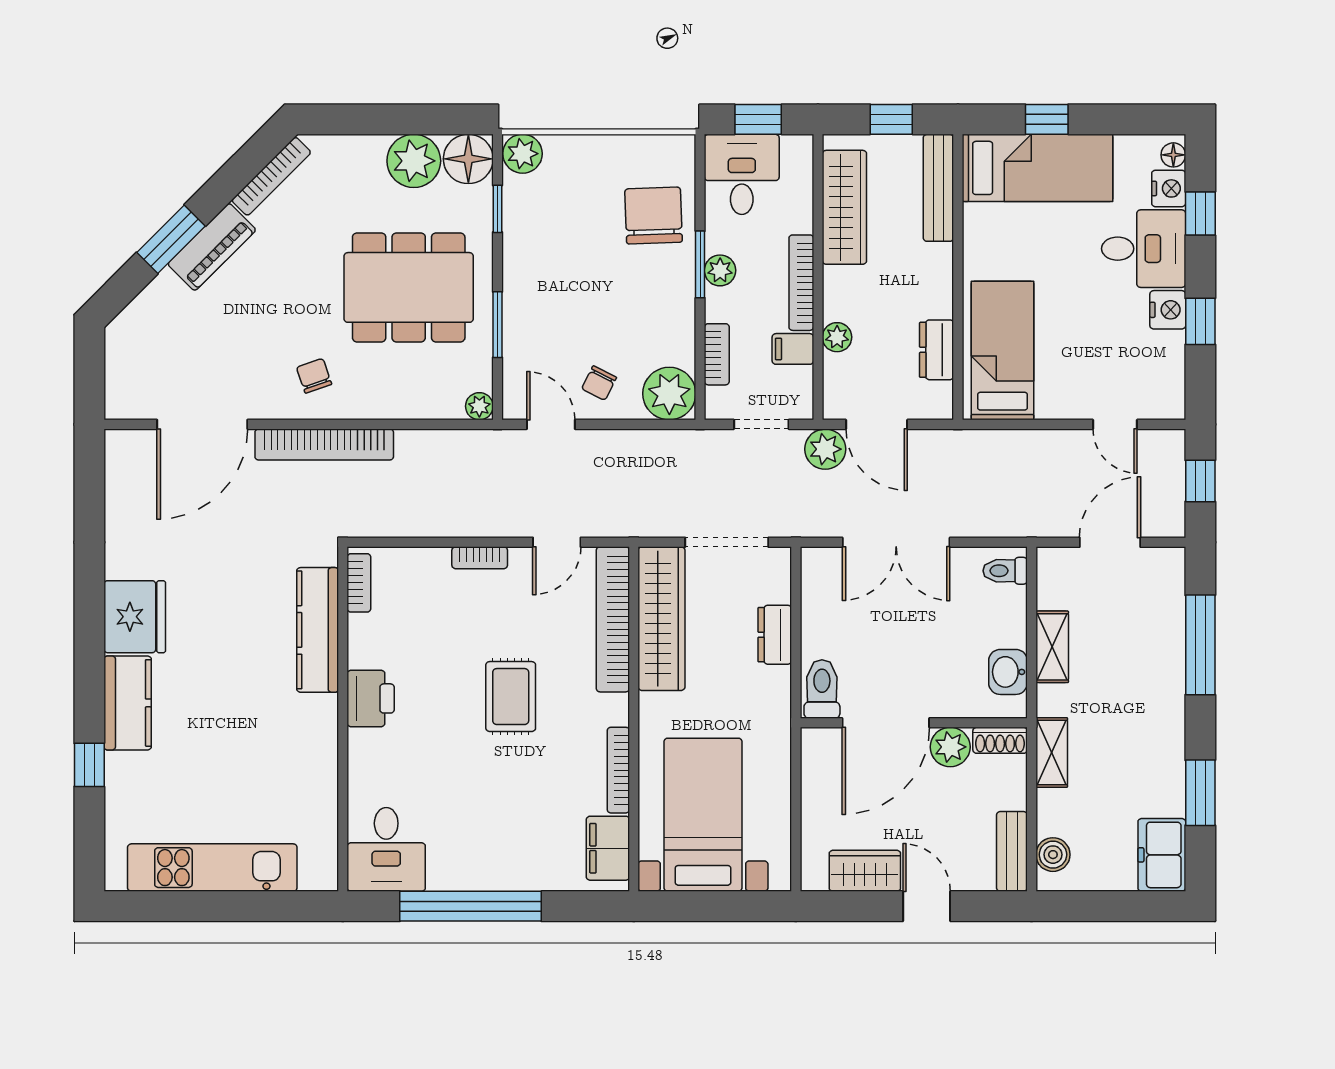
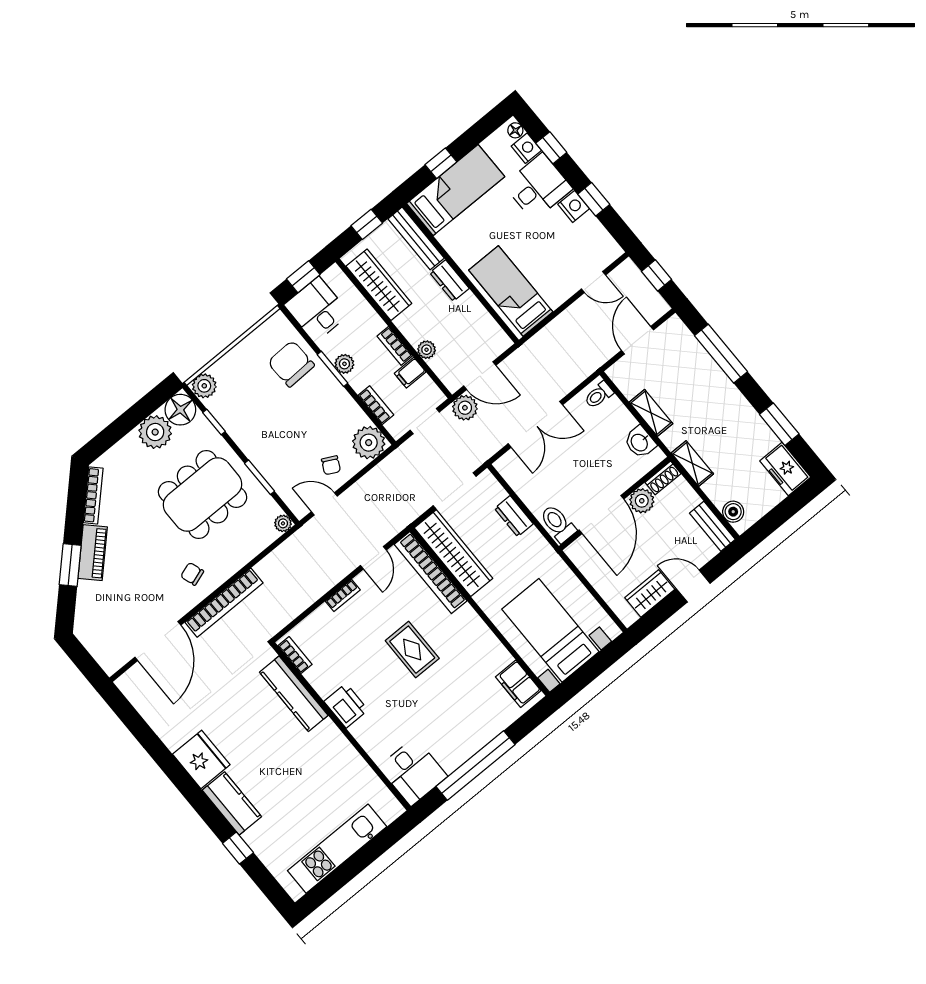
bookcase: (801, 283) -> (395, 346), width x0.64
dresser: (937, 350) -> (449, 281), moved
bookcase: (618, 770) -> (492, 642), removed

